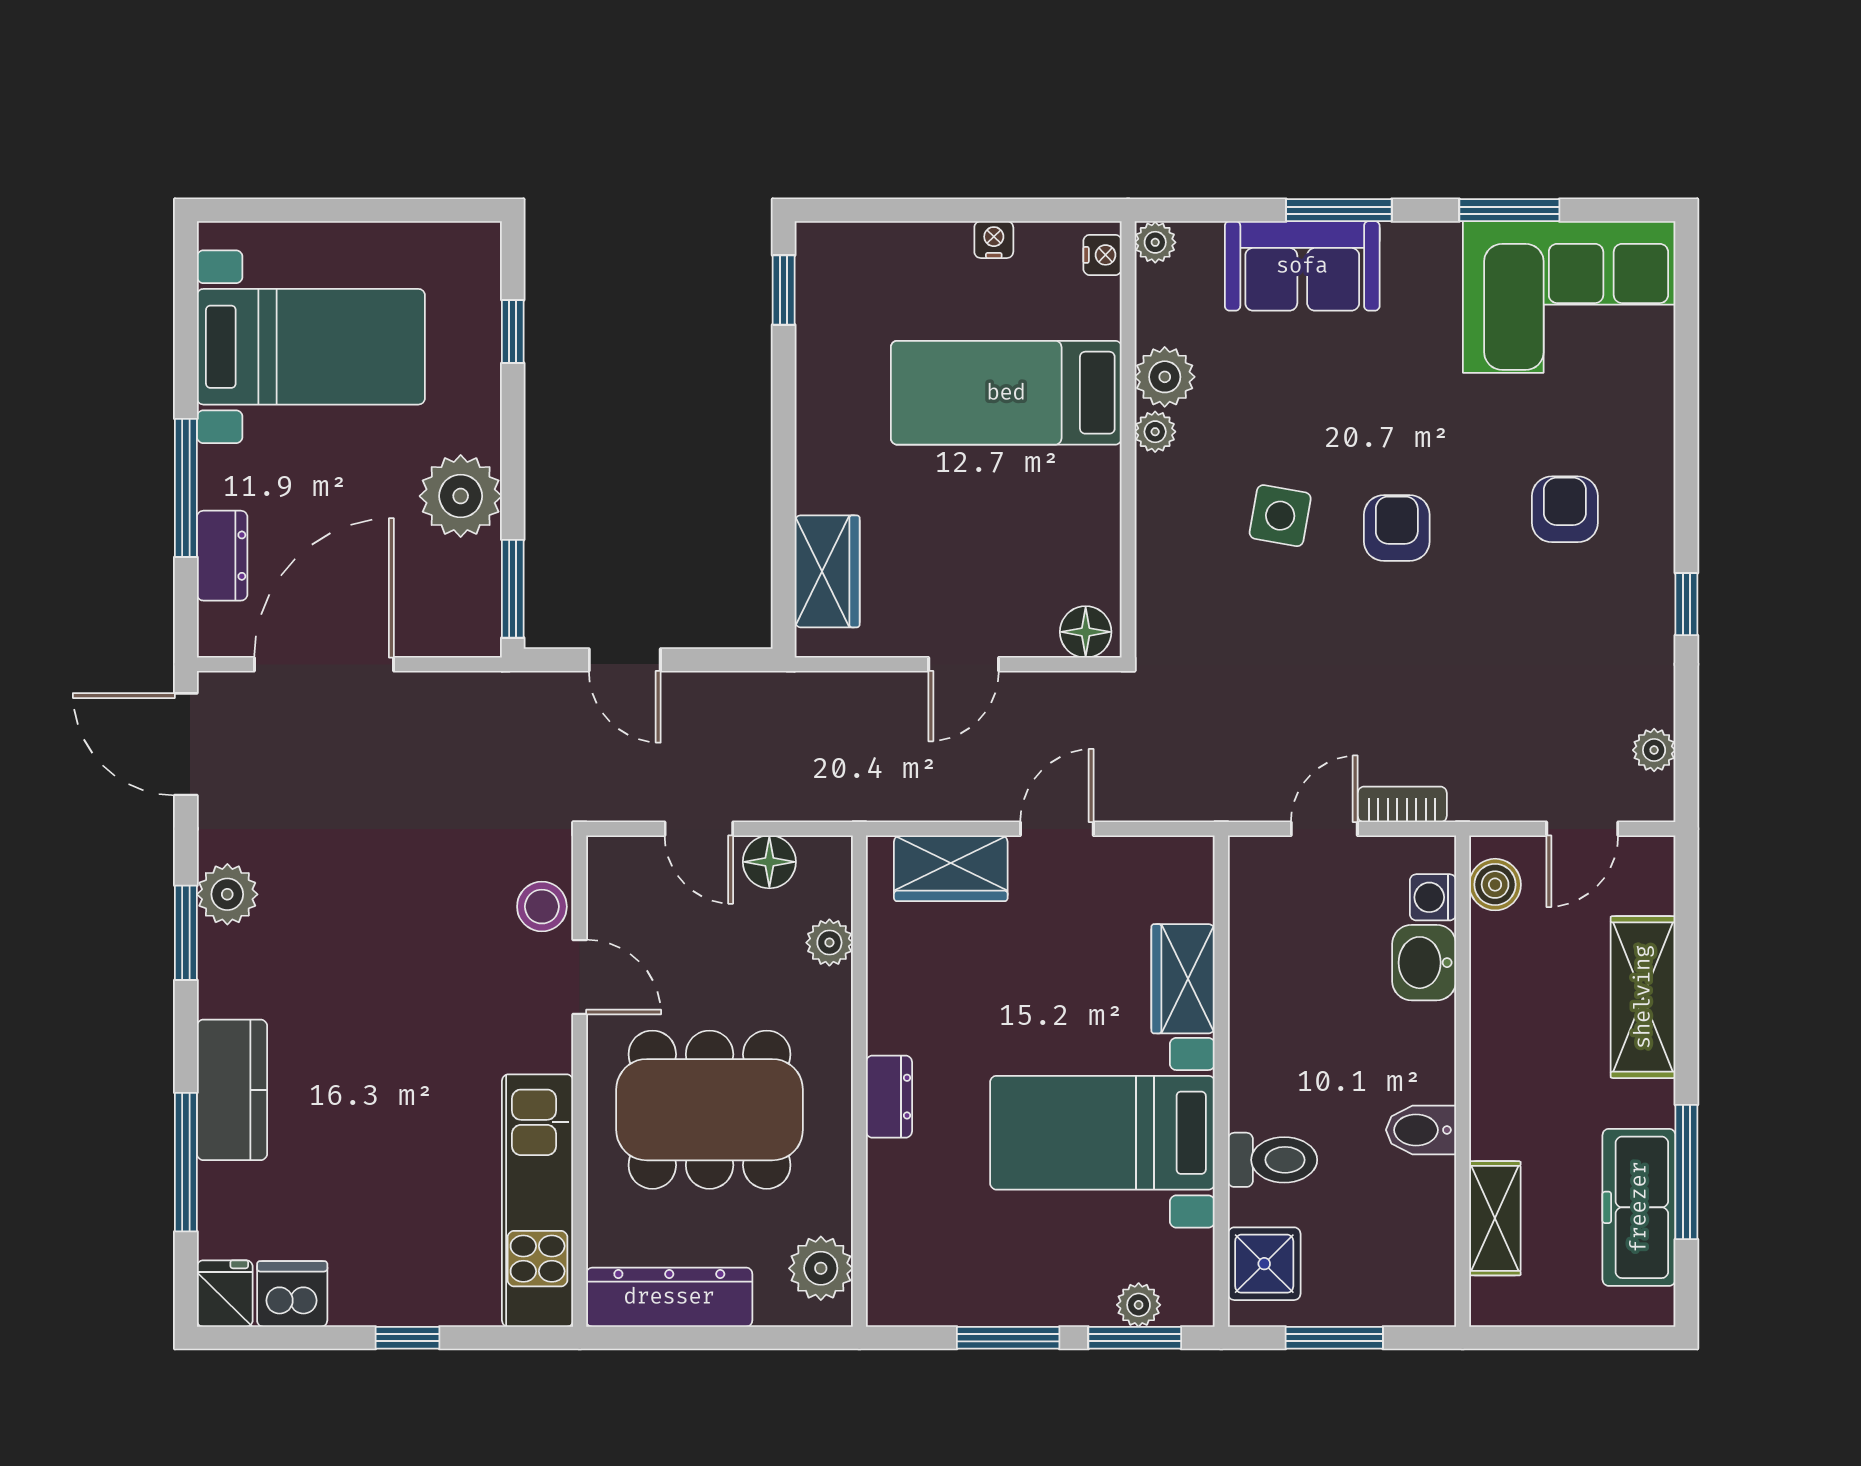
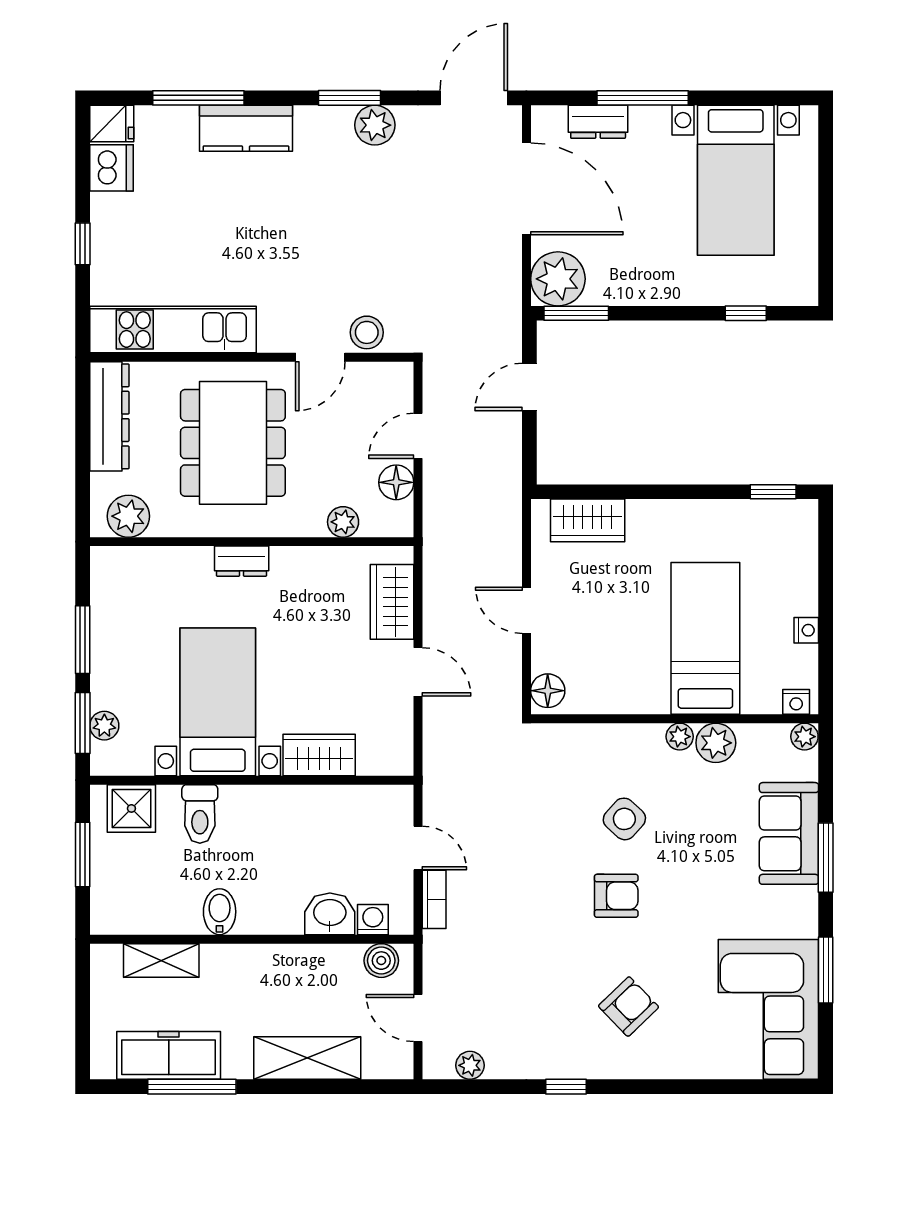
plant: (461, 496) -> (558, 279), moved
armchair: (1565, 509) -> (629, 1007), turned -44
side table: (1280, 516) -> (624, 819), turned 32

